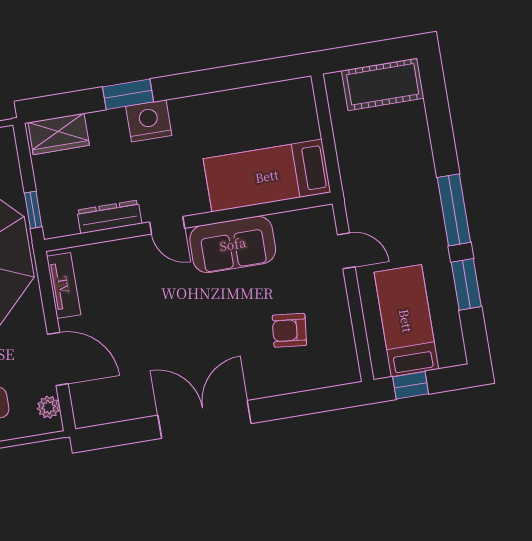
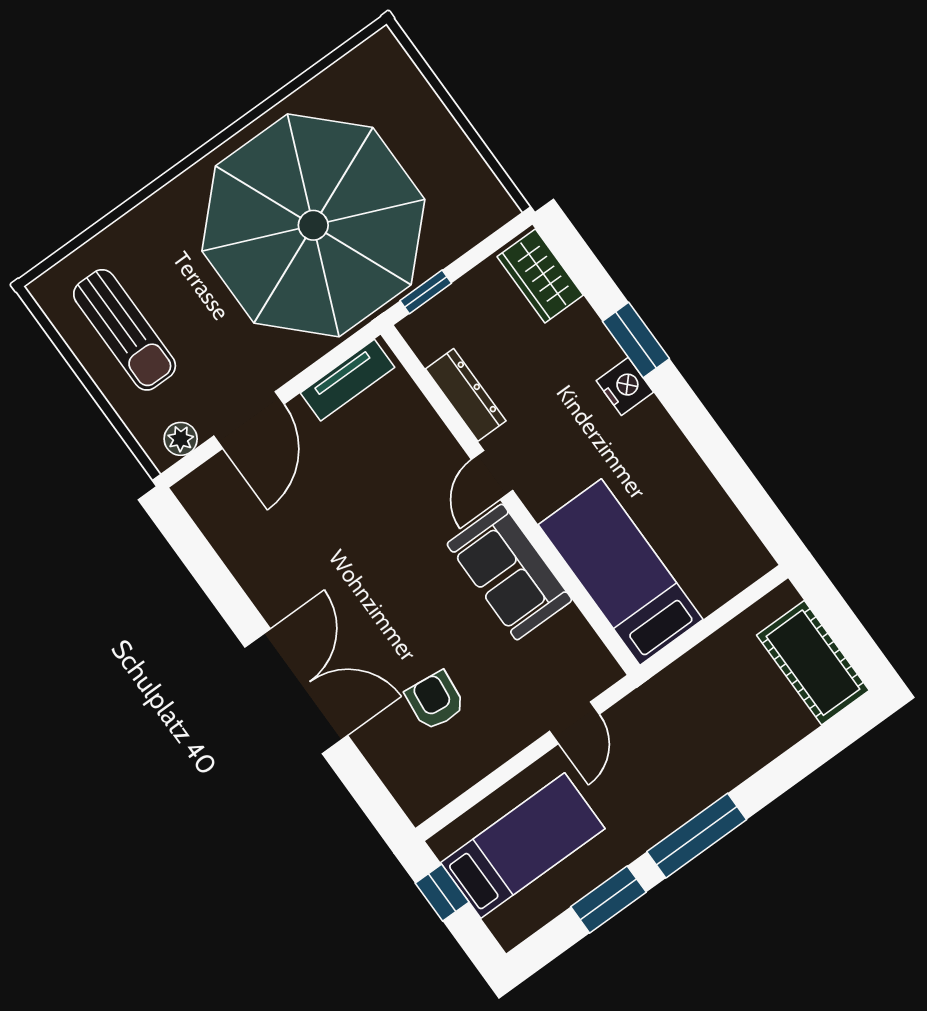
nightstand: (149, 121) -> (625, 386), width x0.74, depth x0.75
double door: (205, 419) -> (296, 691), moved

